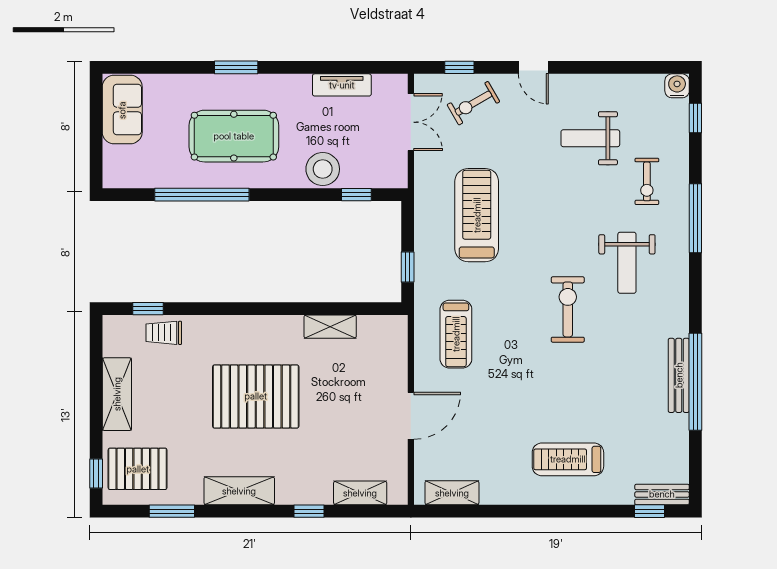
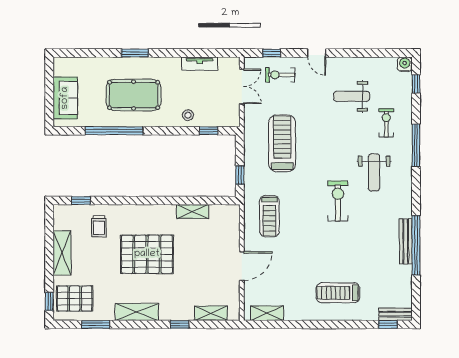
exercise bike: (473, 103) -> (280, 75), turned 30
sofa: (122, 110) -> (65, 98), moved
stool: (323, 169) -> (188, 115), width x0.53, depth x0.53
exercise bike: (647, 181) -> (386, 123), turned 180
trolley: (164, 333) -> (99, 226), moved, turned -90

